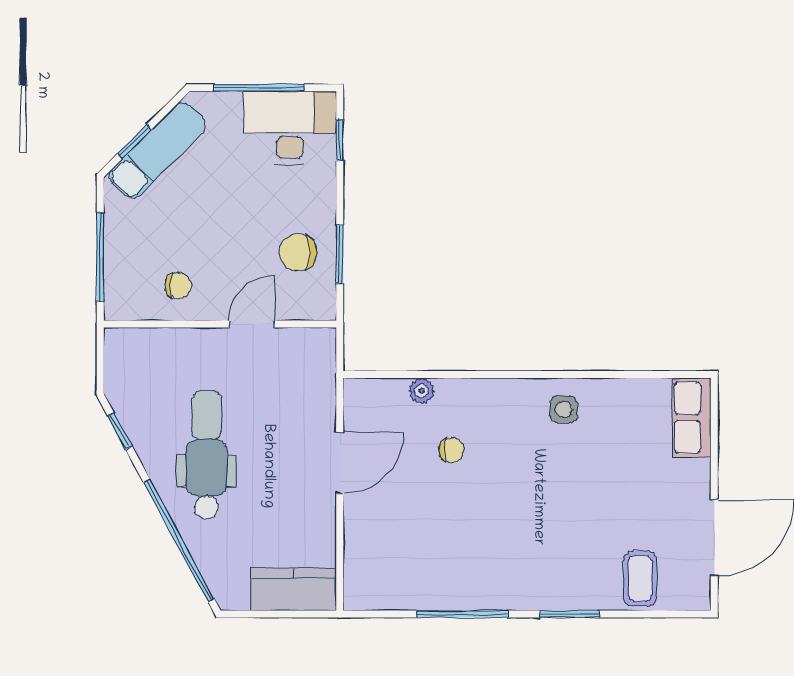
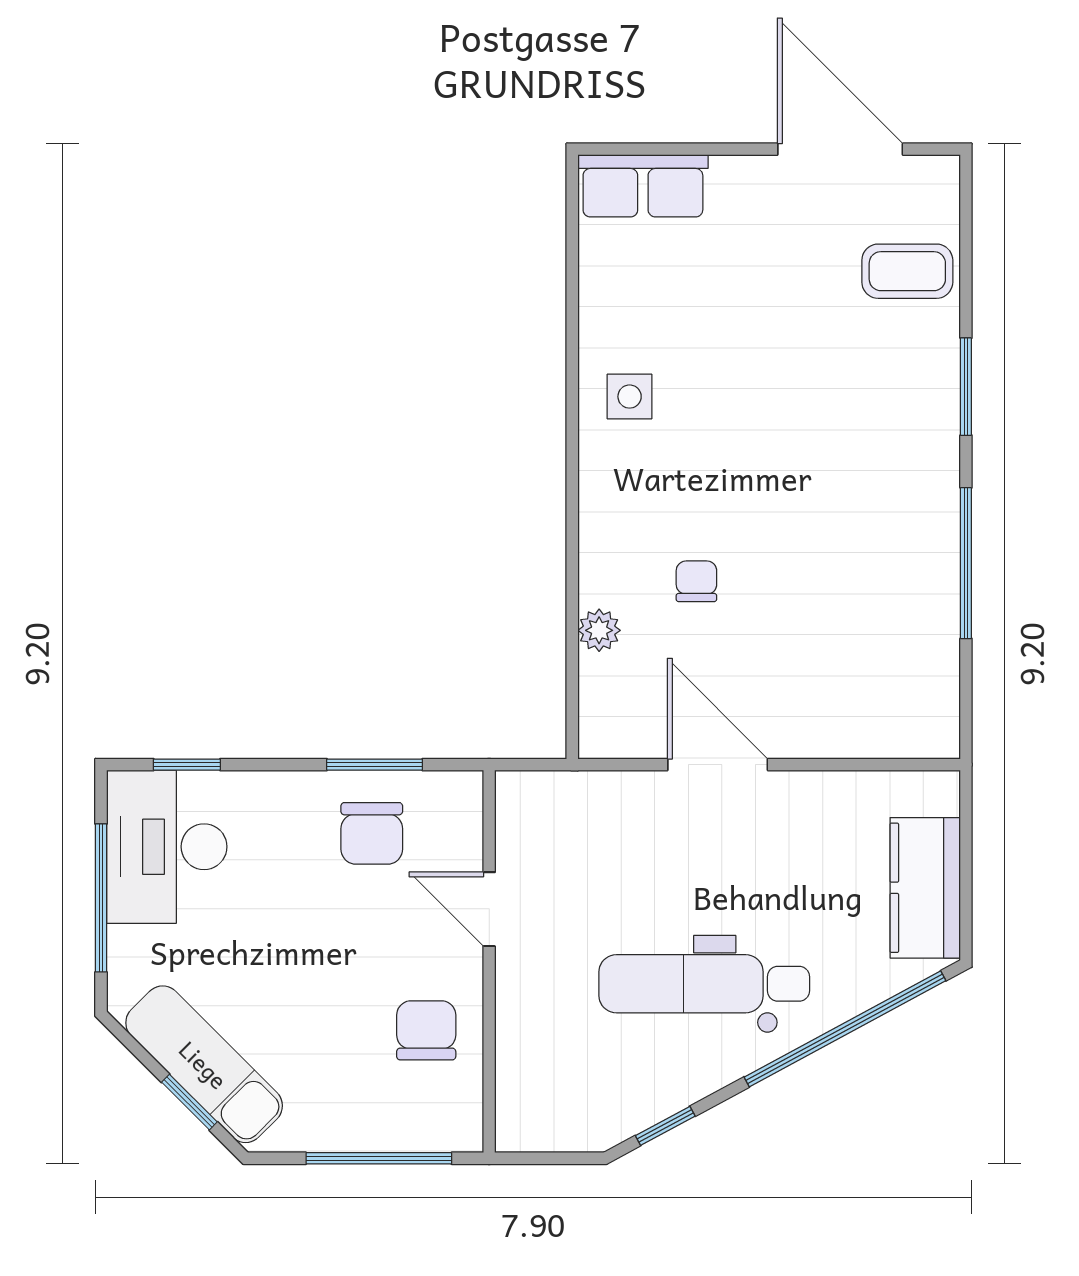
chair: (178, 286) -> (426, 1030), width x1.37, depth x1.37
kitchen counter: (294, 589) -> (925, 888), moved

